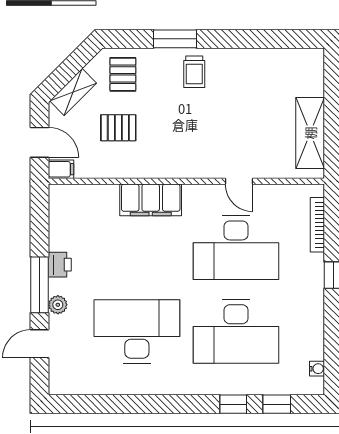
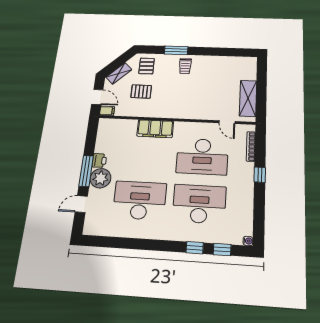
door: (239, 181) -> (227, 122), moved
plant: (58, 305) -> (100, 178), width x1.87, depth x1.87
desk: (236, 331) -> (199, 204), turned 180
water cooler: (317, 369) -> (248, 241), moved

